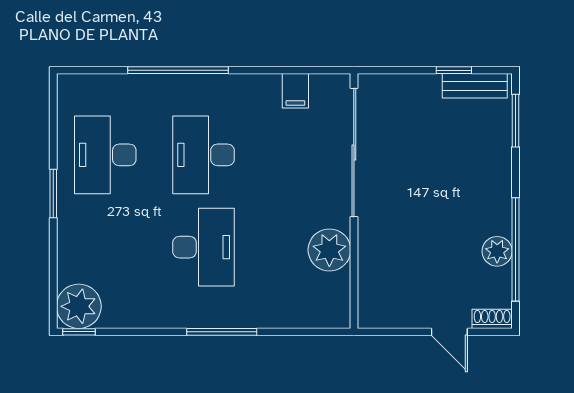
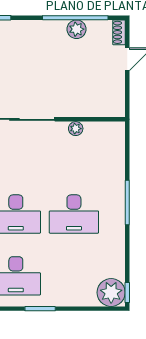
desk: (204, 247) -> (74, 214), turned 180
plant: (329, 250) -> (76, 129), width x0.53, depth x0.53

